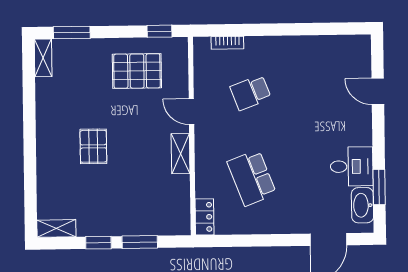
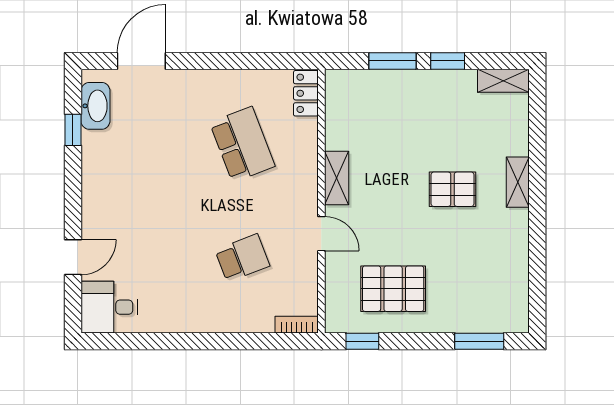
bookcase: (227, 43) -> (297, 325), moved
shelving: (43, 58) -> (518, 182), moved
door: (378, 91) -> (73, 257), hinge flipped
pallet: (93, 146) -> (453, 189), turned 90
desk: (352, 166) -> (109, 307), moved
window: (379, 187) -> (73, 130), width x0.67

